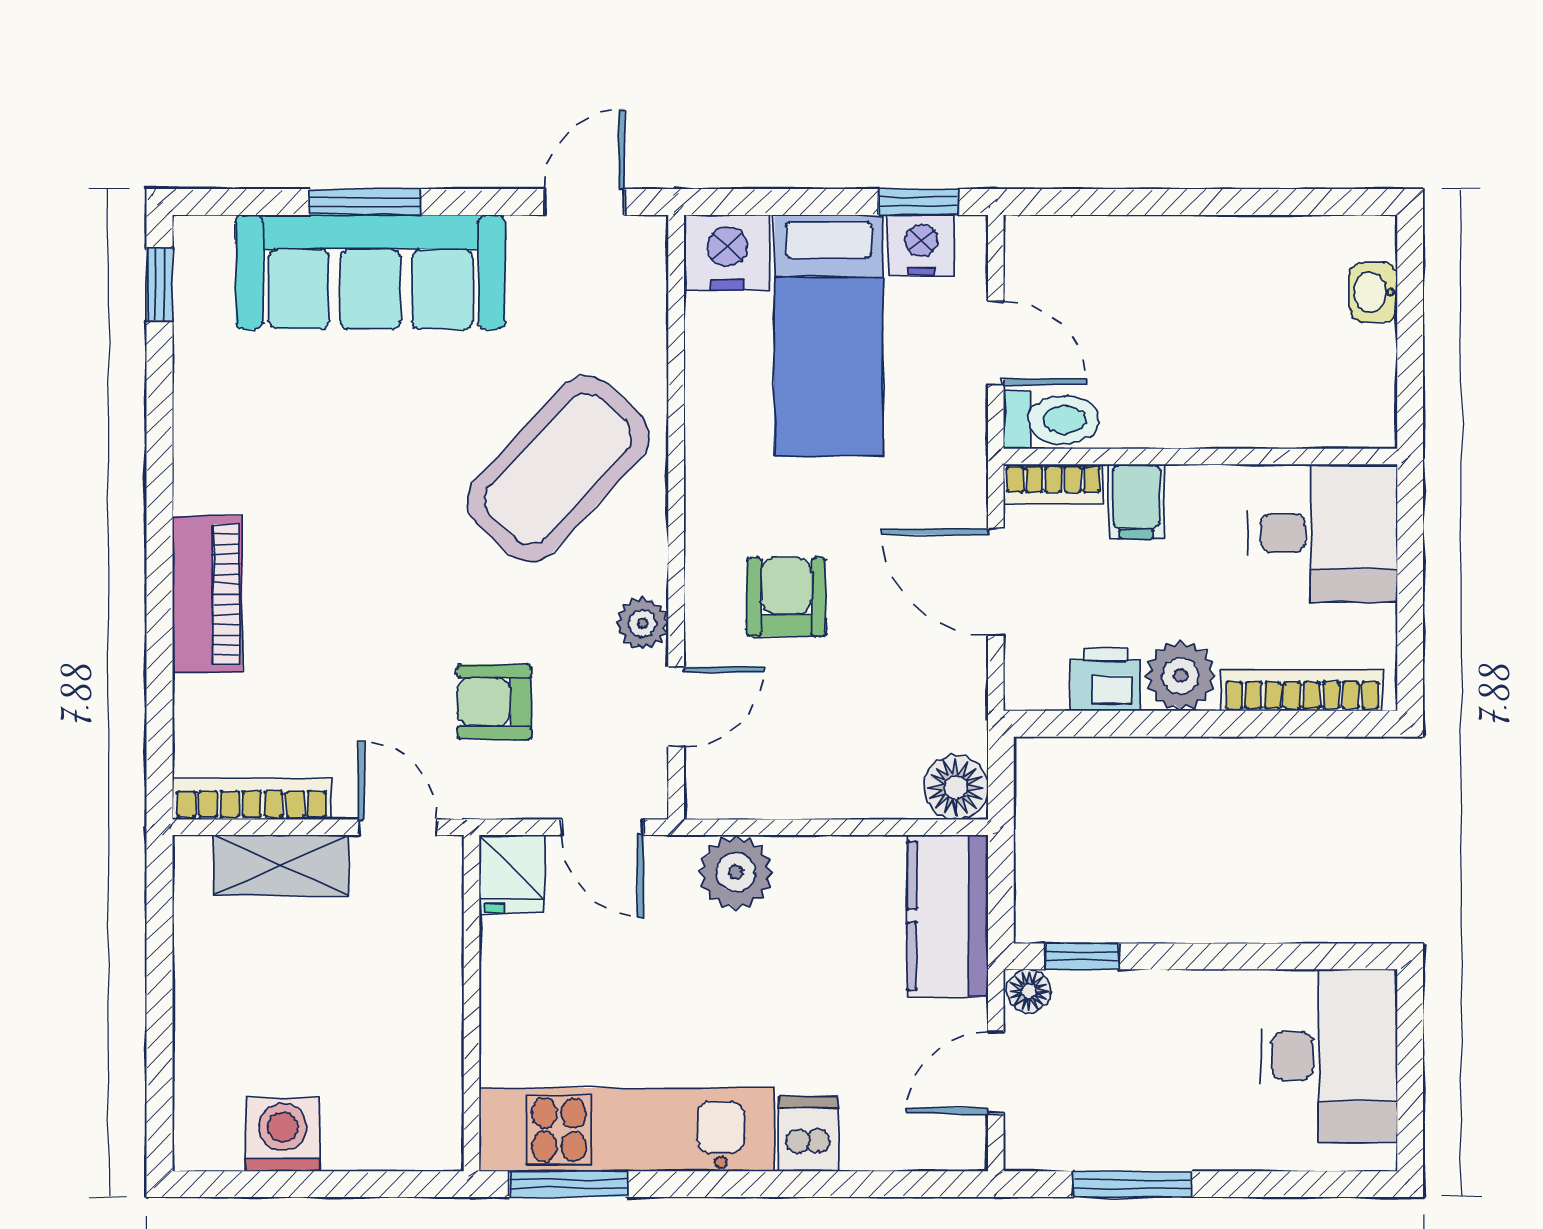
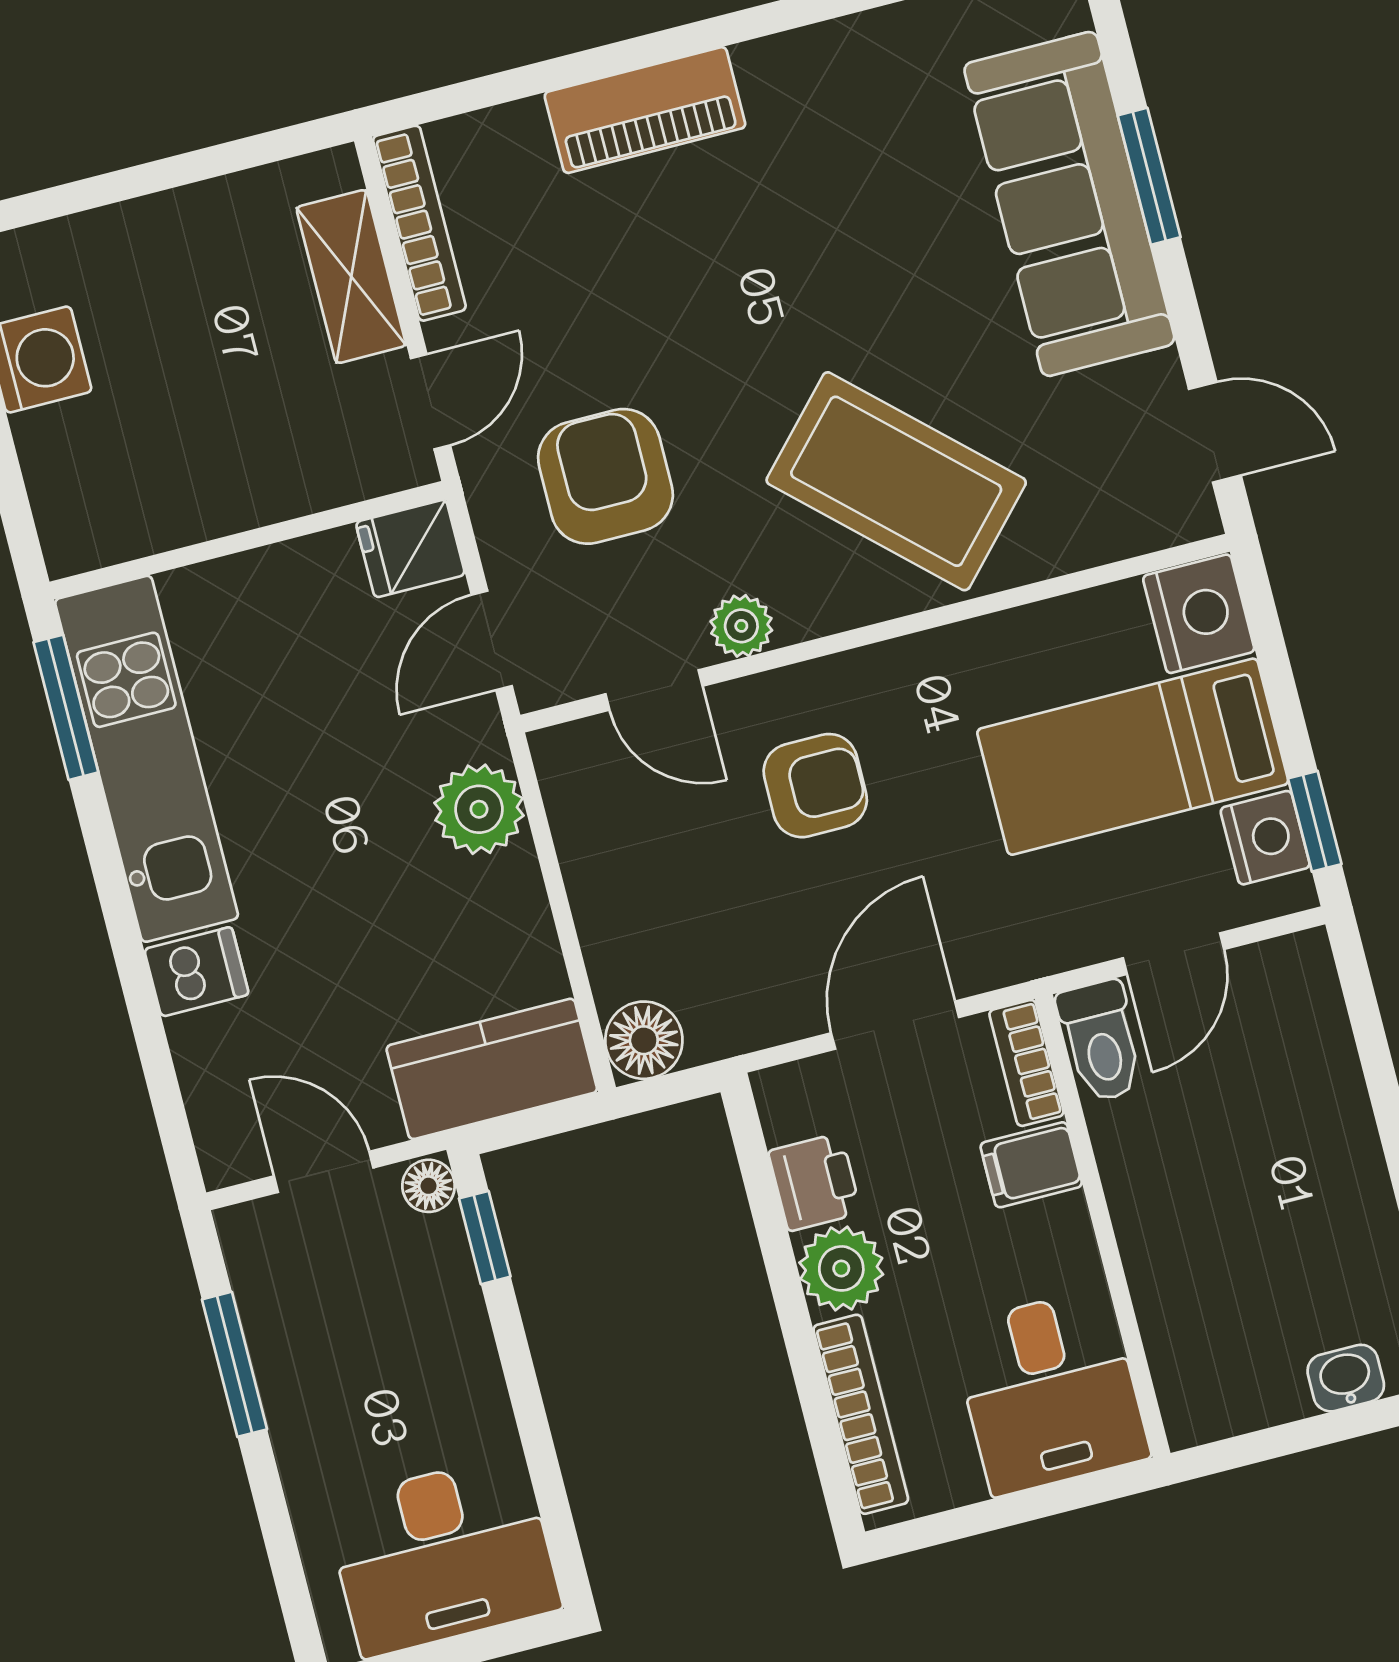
armchair: (494, 702) -> (605, 476), width x1.38, depth x1.38

